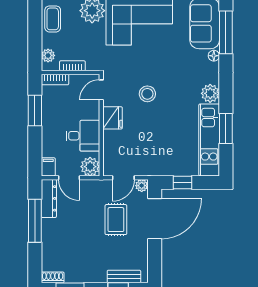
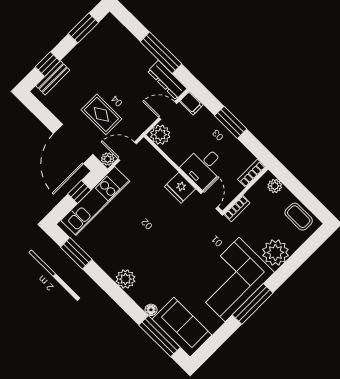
bookcase: (72, 66) -> (237, 208), moved
stool: (147, 94) -> (172, 232), removed
window: (35, 111) -> (231, 122), moved
window: (226, 129) -> (76, 253), moved
desk: (83, 136) -> (203, 167), moved
kitchen unit: (209, 140) -> (95, 201), moved, turned 90
door: (123, 178) -> (127, 151), hinge flipped
shoe rack: (53, 277) -> (105, 24), removed

